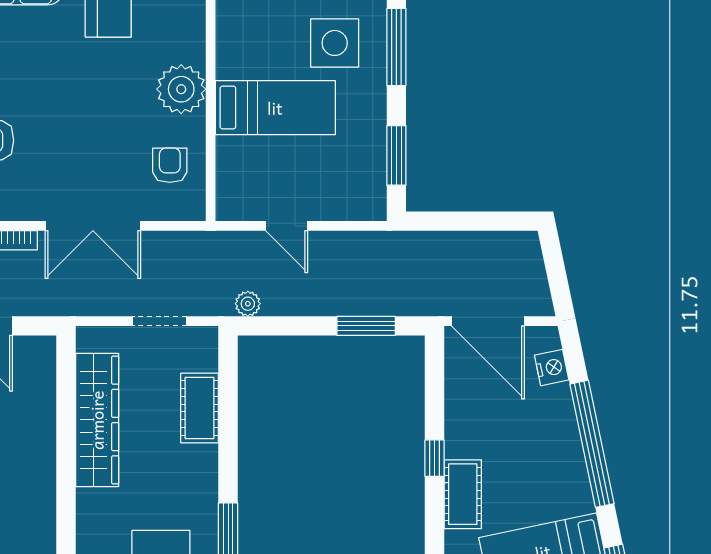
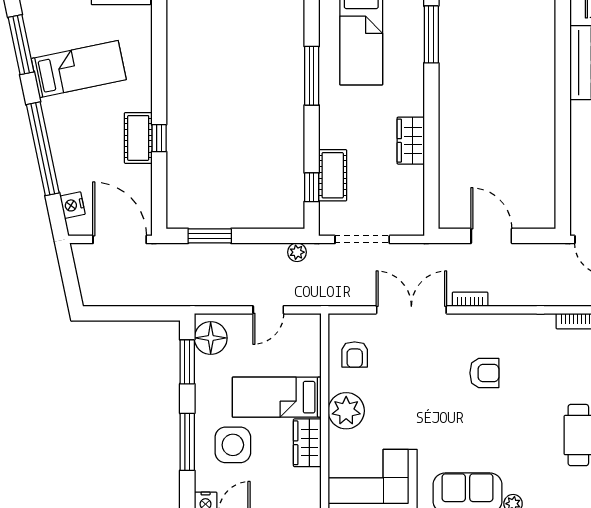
wardrobe: (234, 46) -> (307, 443), added
floor lamp: (365, 188) -> (211, 338), added
door: (287, 226) -> (268, 310), swing flipped
doorway: (160, 321) -> (362, 239), width x1.38
window: (228, 392) -> (312, 187), added
wardrobe: (97, 420) -> (411, 141), width x0.48, depth x0.85
cot: (463, 494) -> (138, 138), moved

